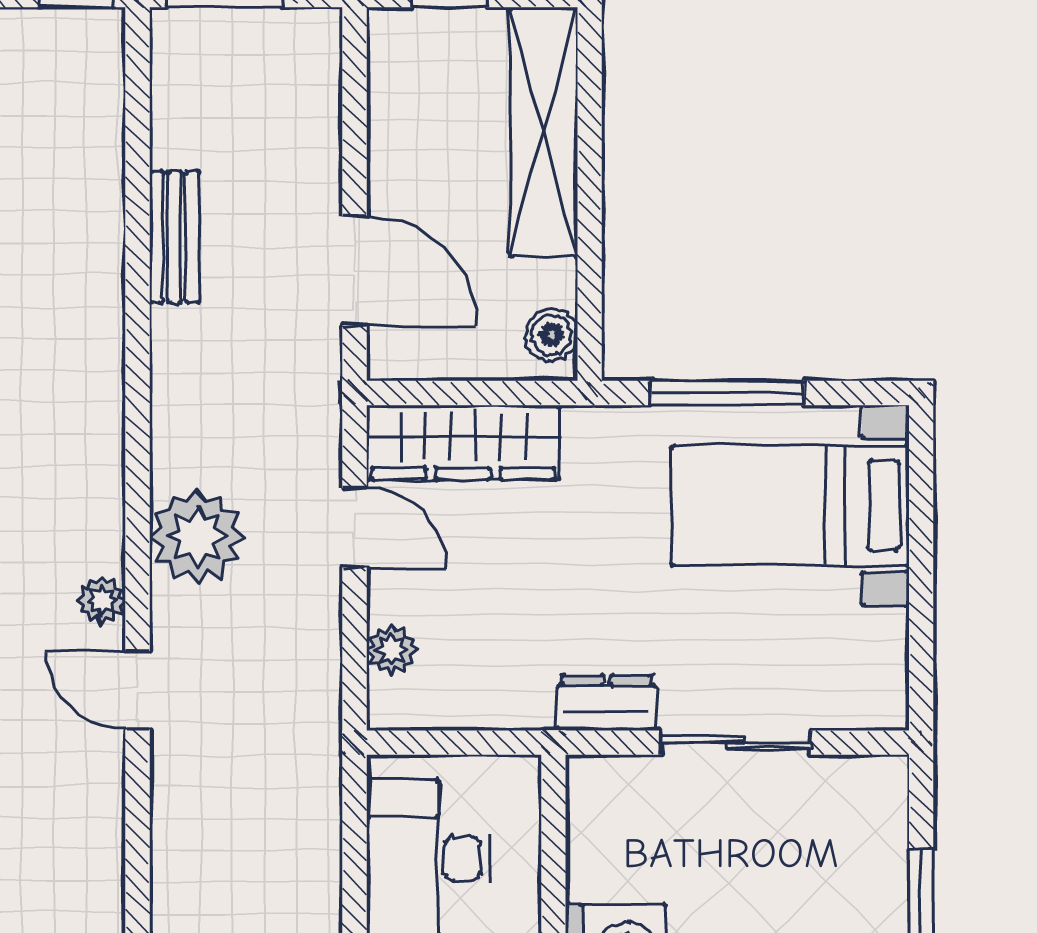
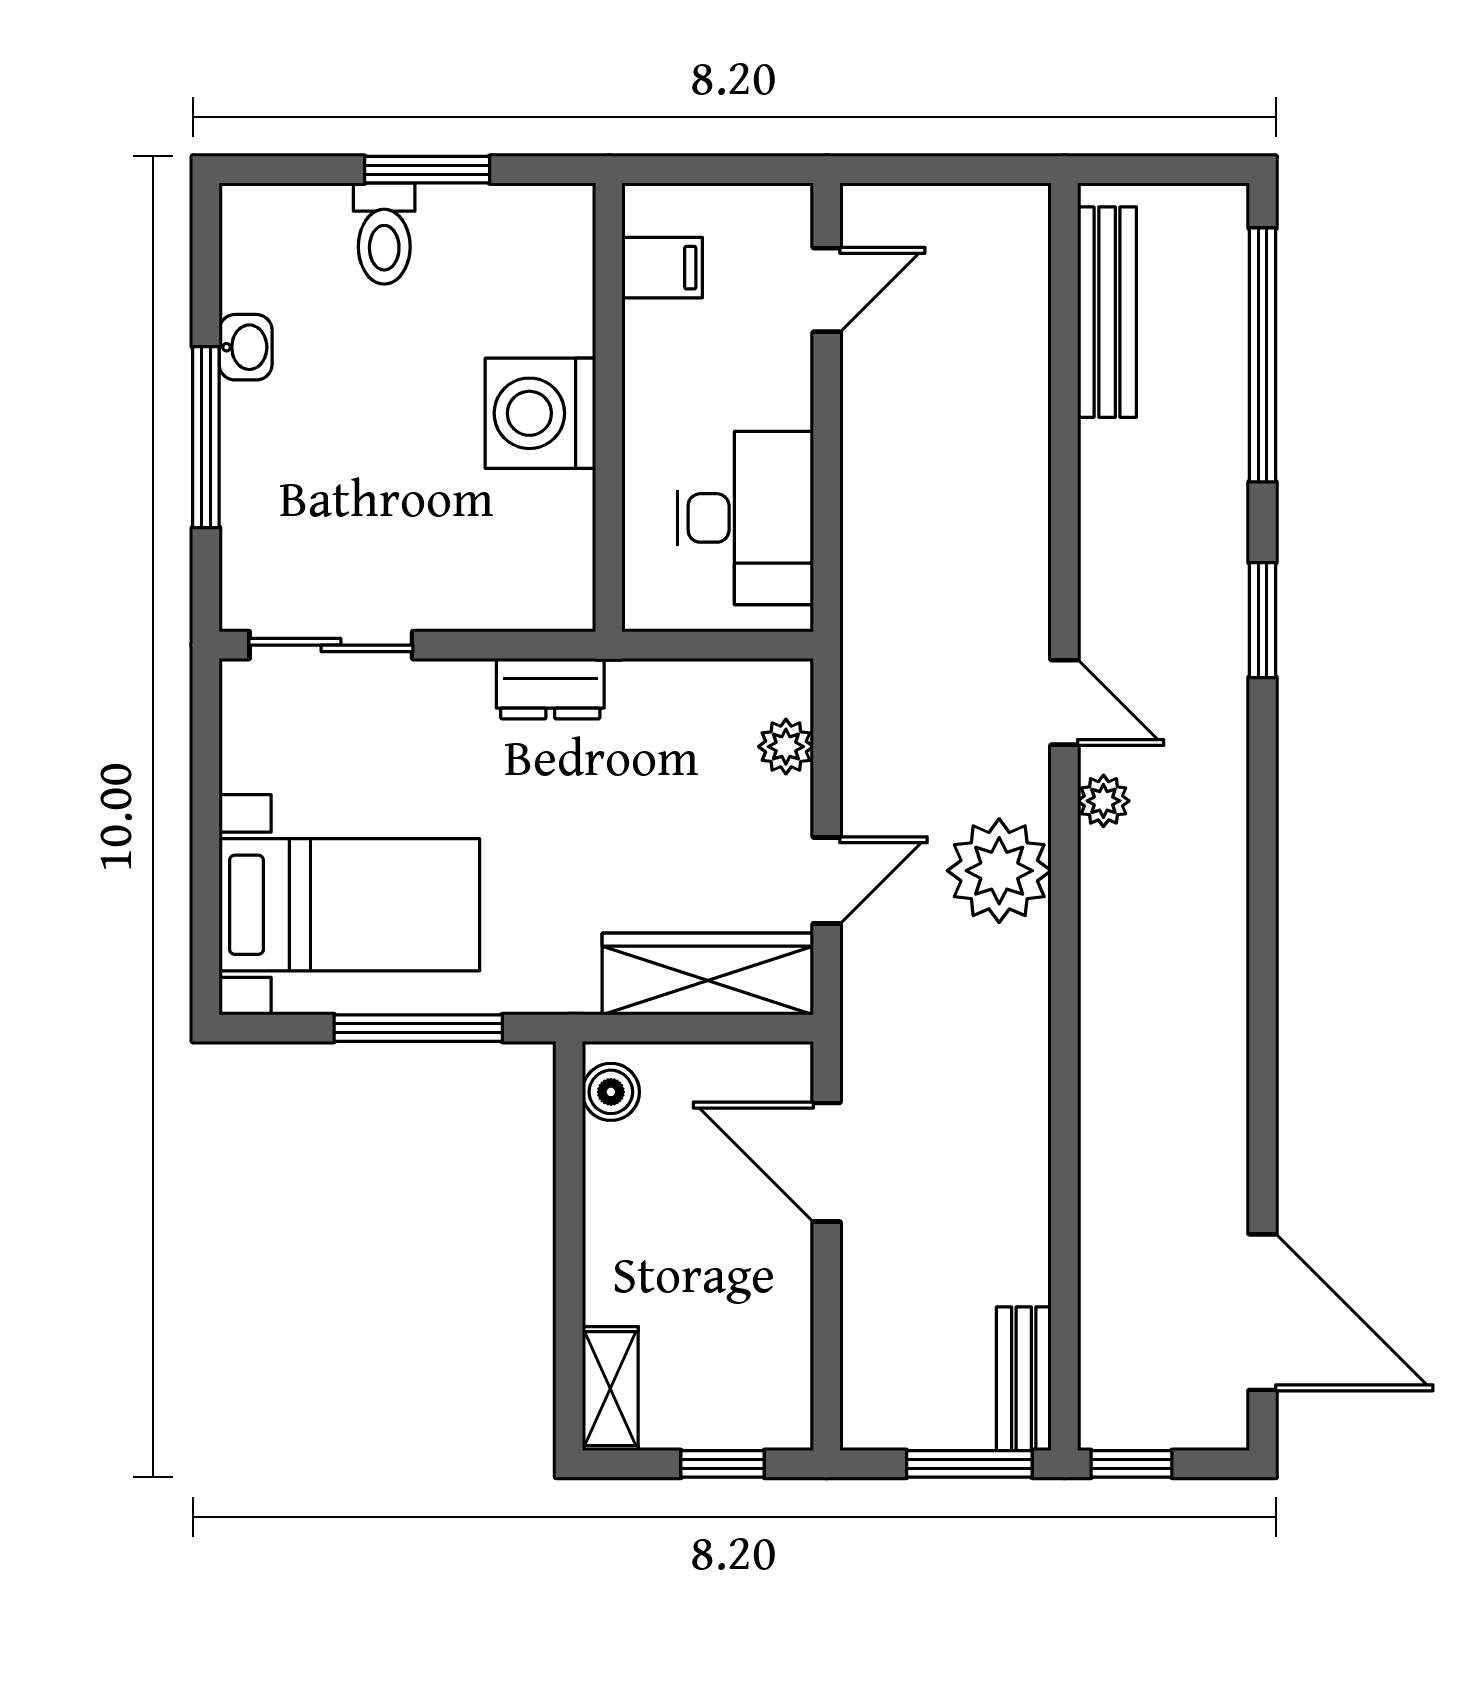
shelving: (544, 132) -> (610, 1389), width x0.45, depth x0.75
bench: (175, 237) -> (1024, 1379), moved
door: (354, 528) -> (827, 880), swing flipped
sliding door: (736, 743) -> (331, 645), moved

